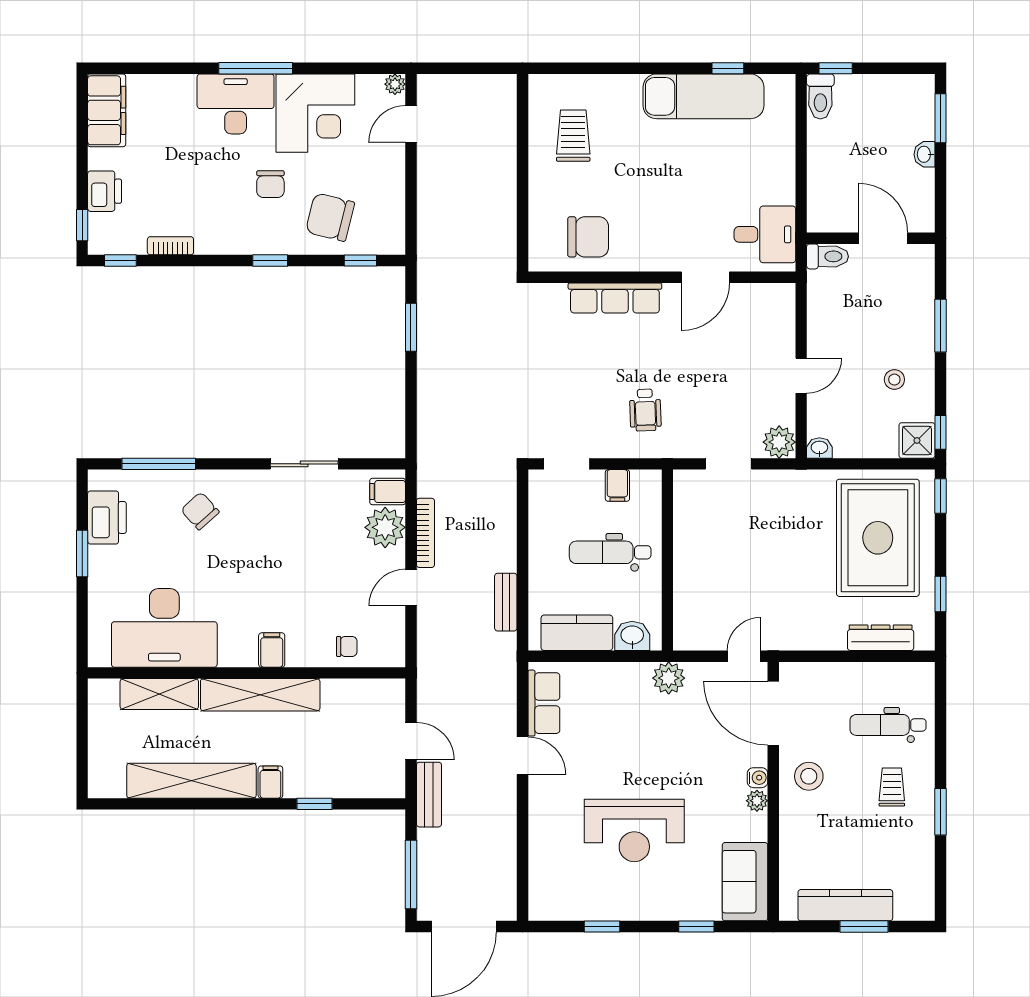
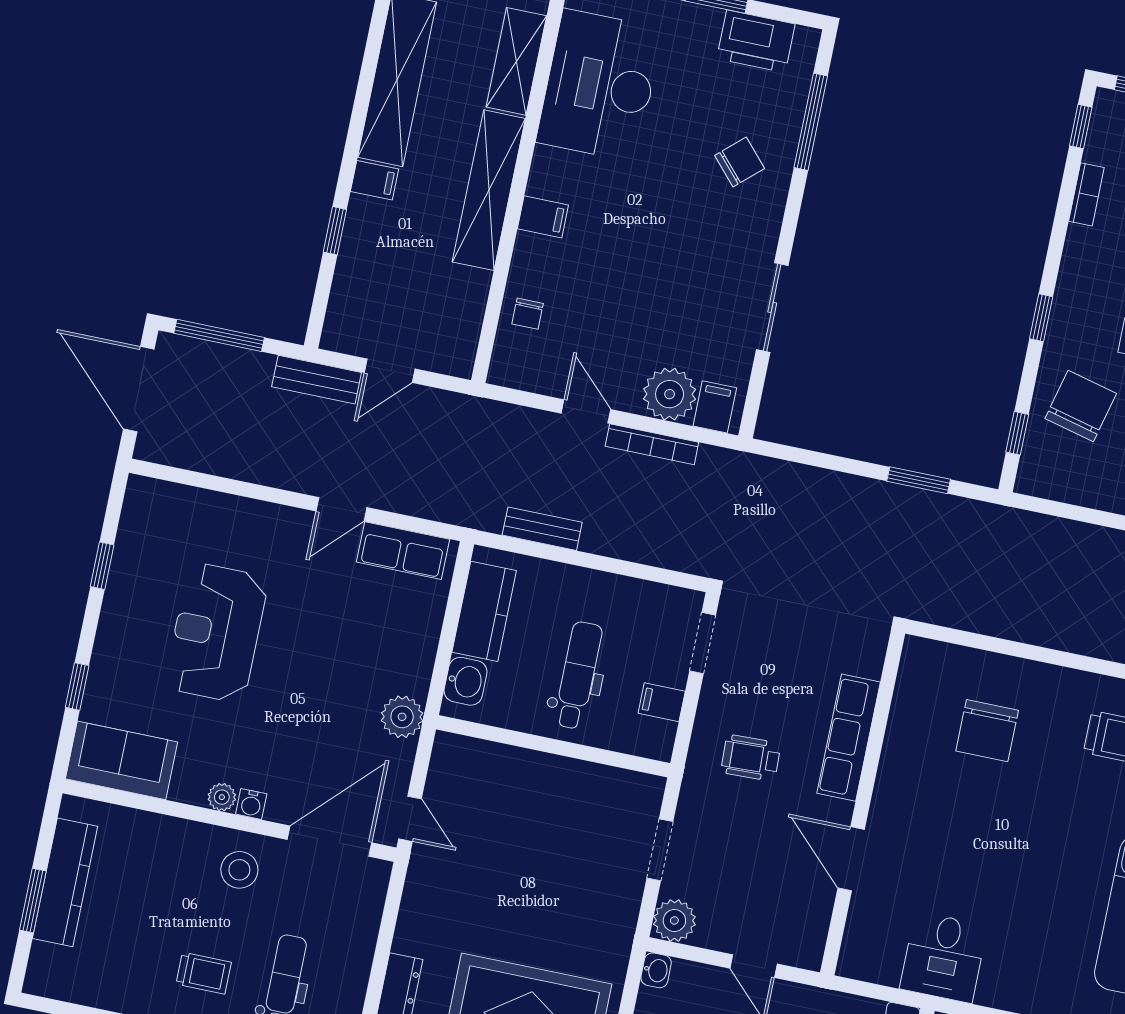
wall: (662, 277) -> (863, 803), moved
door: (705, 277) -> (851, 859), moved
row of seats: (615, 298) -> (849, 738), moved

